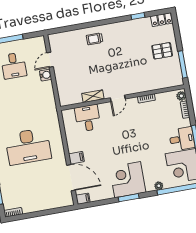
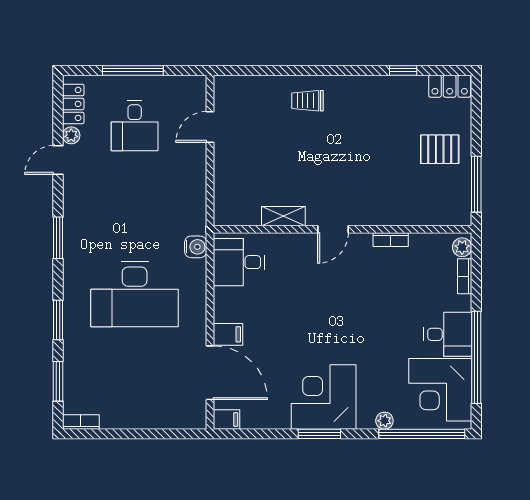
water cooler: (46, 75) -> (196, 247), moved
desk: (88, 118) -> (239, 262), moved, turned -90

